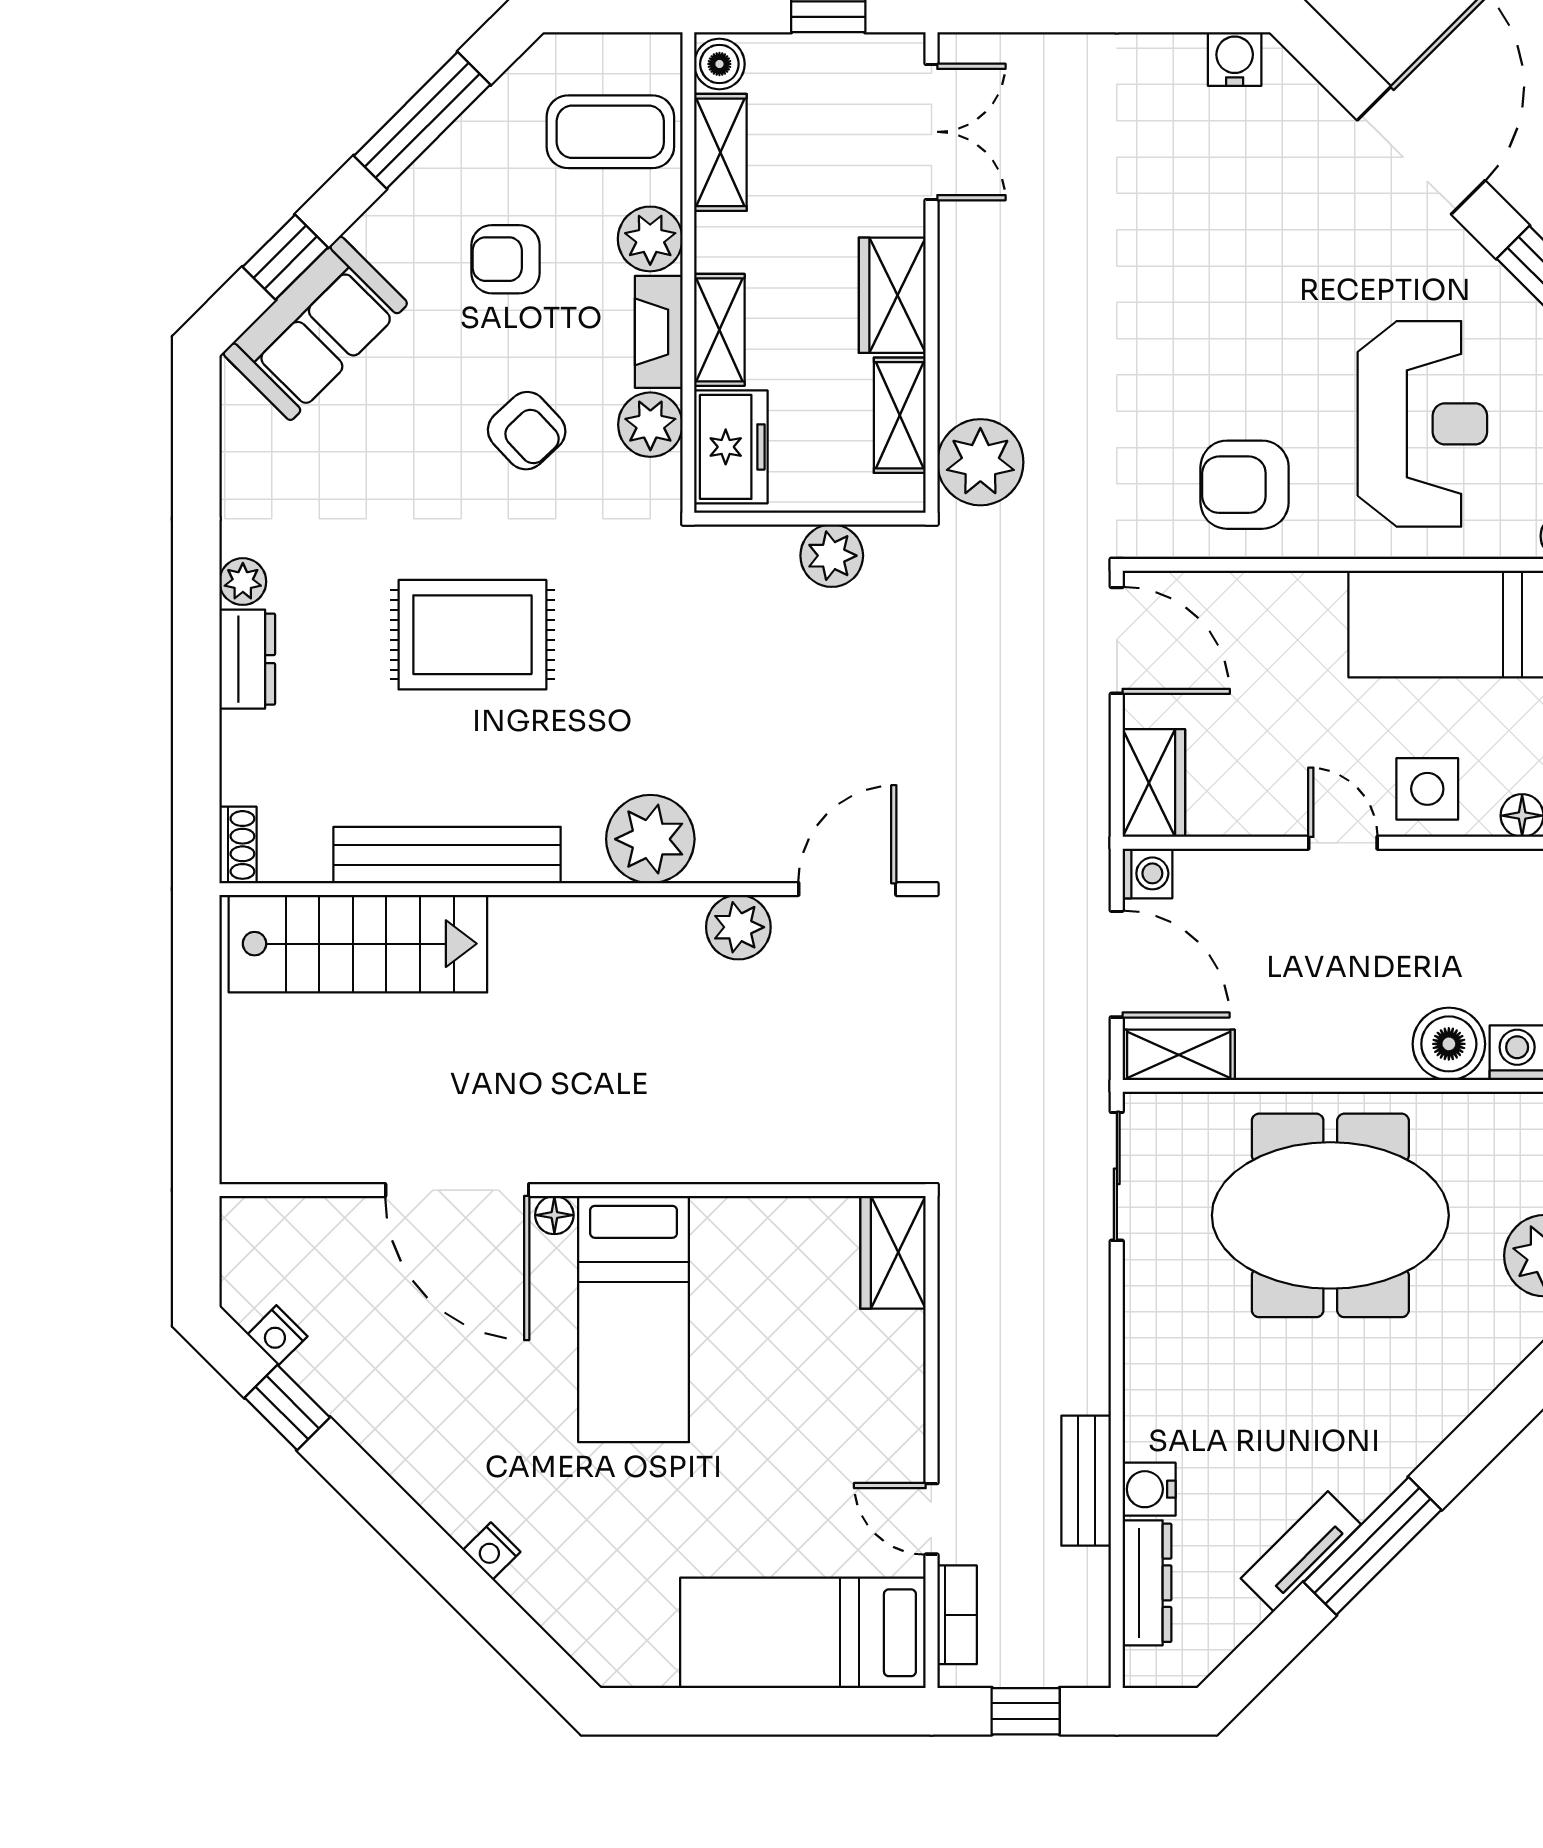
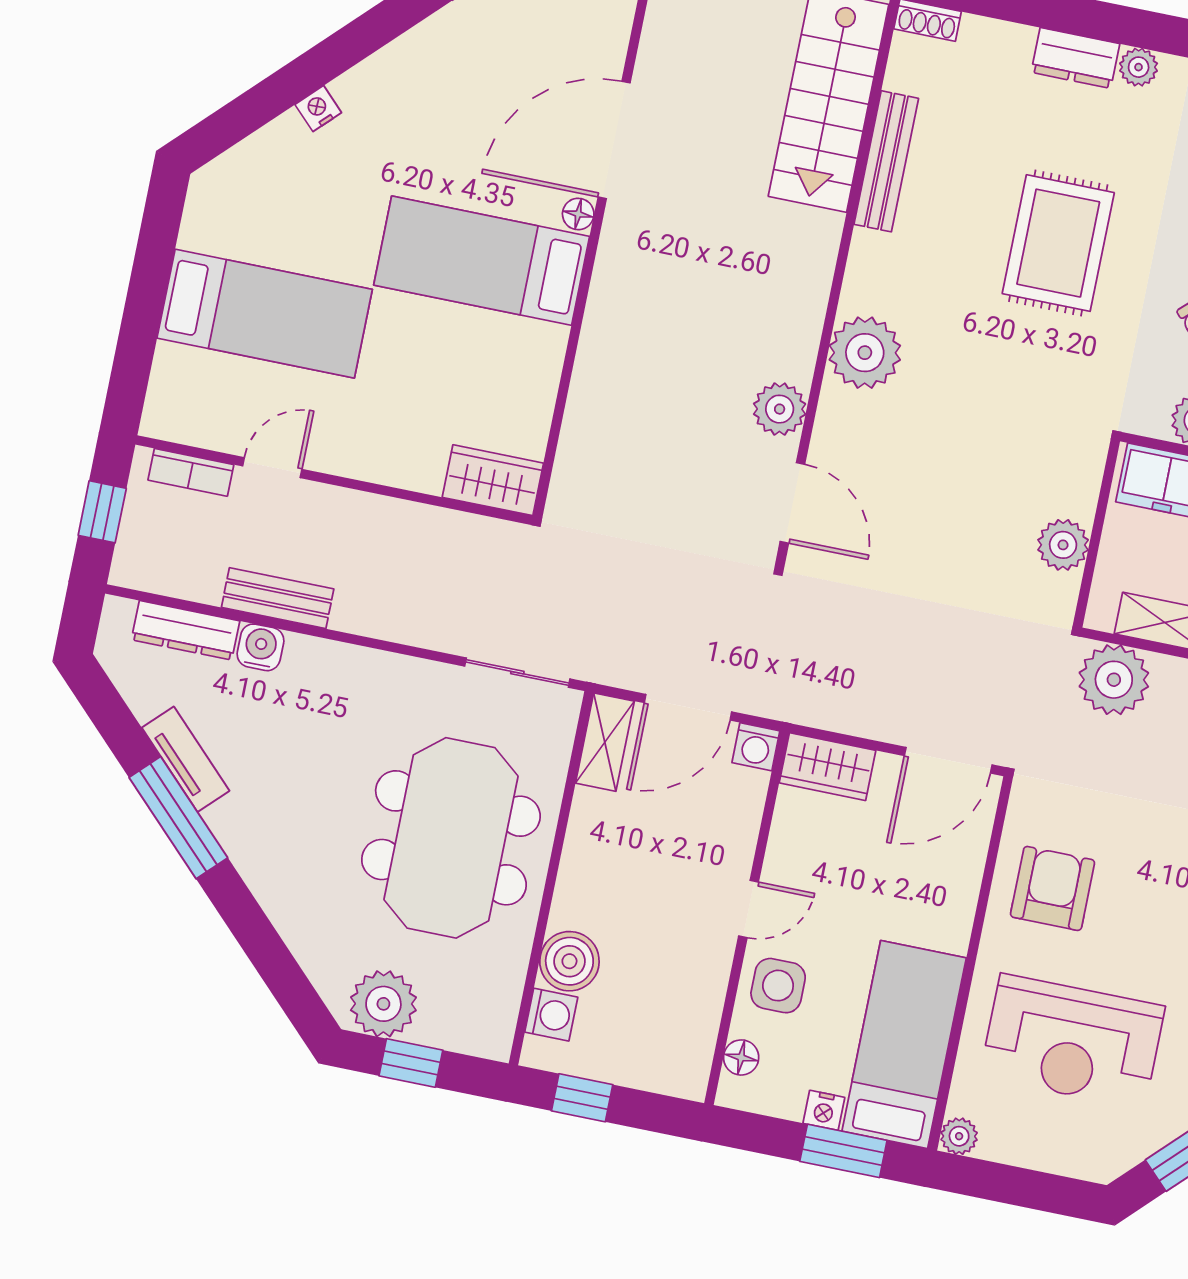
bench: (447, 855) -> (886, 161), width x0.73, depth x0.82
bed: (803, 1633) -> (265, 314), moved, turned 90

